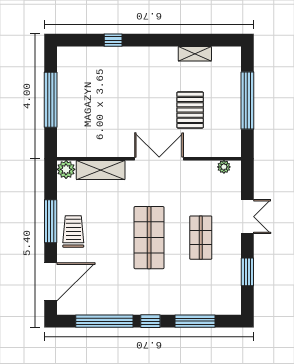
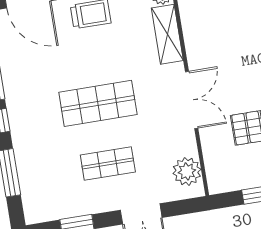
plant: (224, 167) -> (187, 171), width x1.88, depth x1.88

